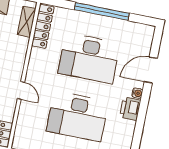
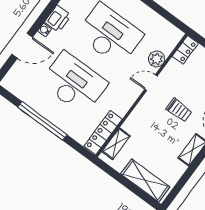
door: (21, 90) -> (151, 83), hinge flipped
plant: (26, 114) -> (157, 59), added

